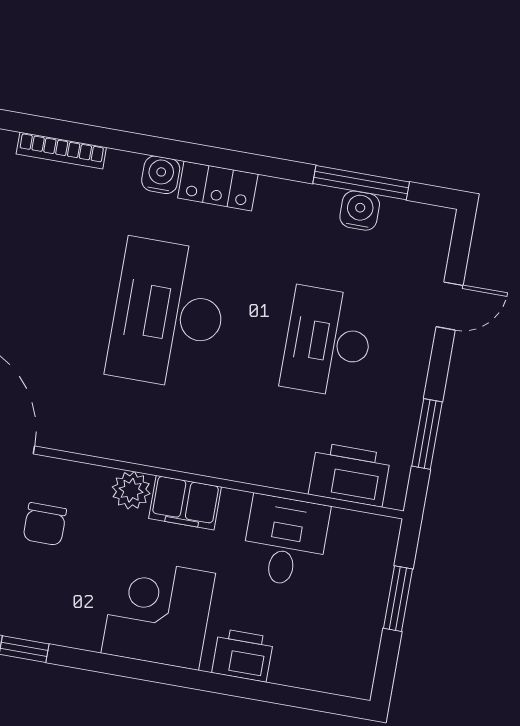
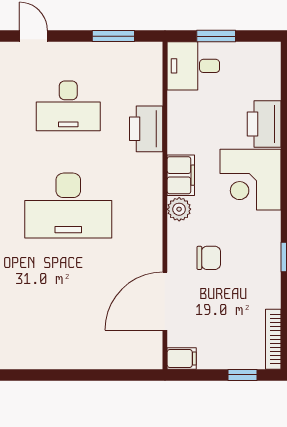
printer: (350, 475) -> (146, 129), moved
desk: (285, 541) -> (193, 66), moved
printer: (243, 655) -> (264, 124), width x1.37, depth x1.19

